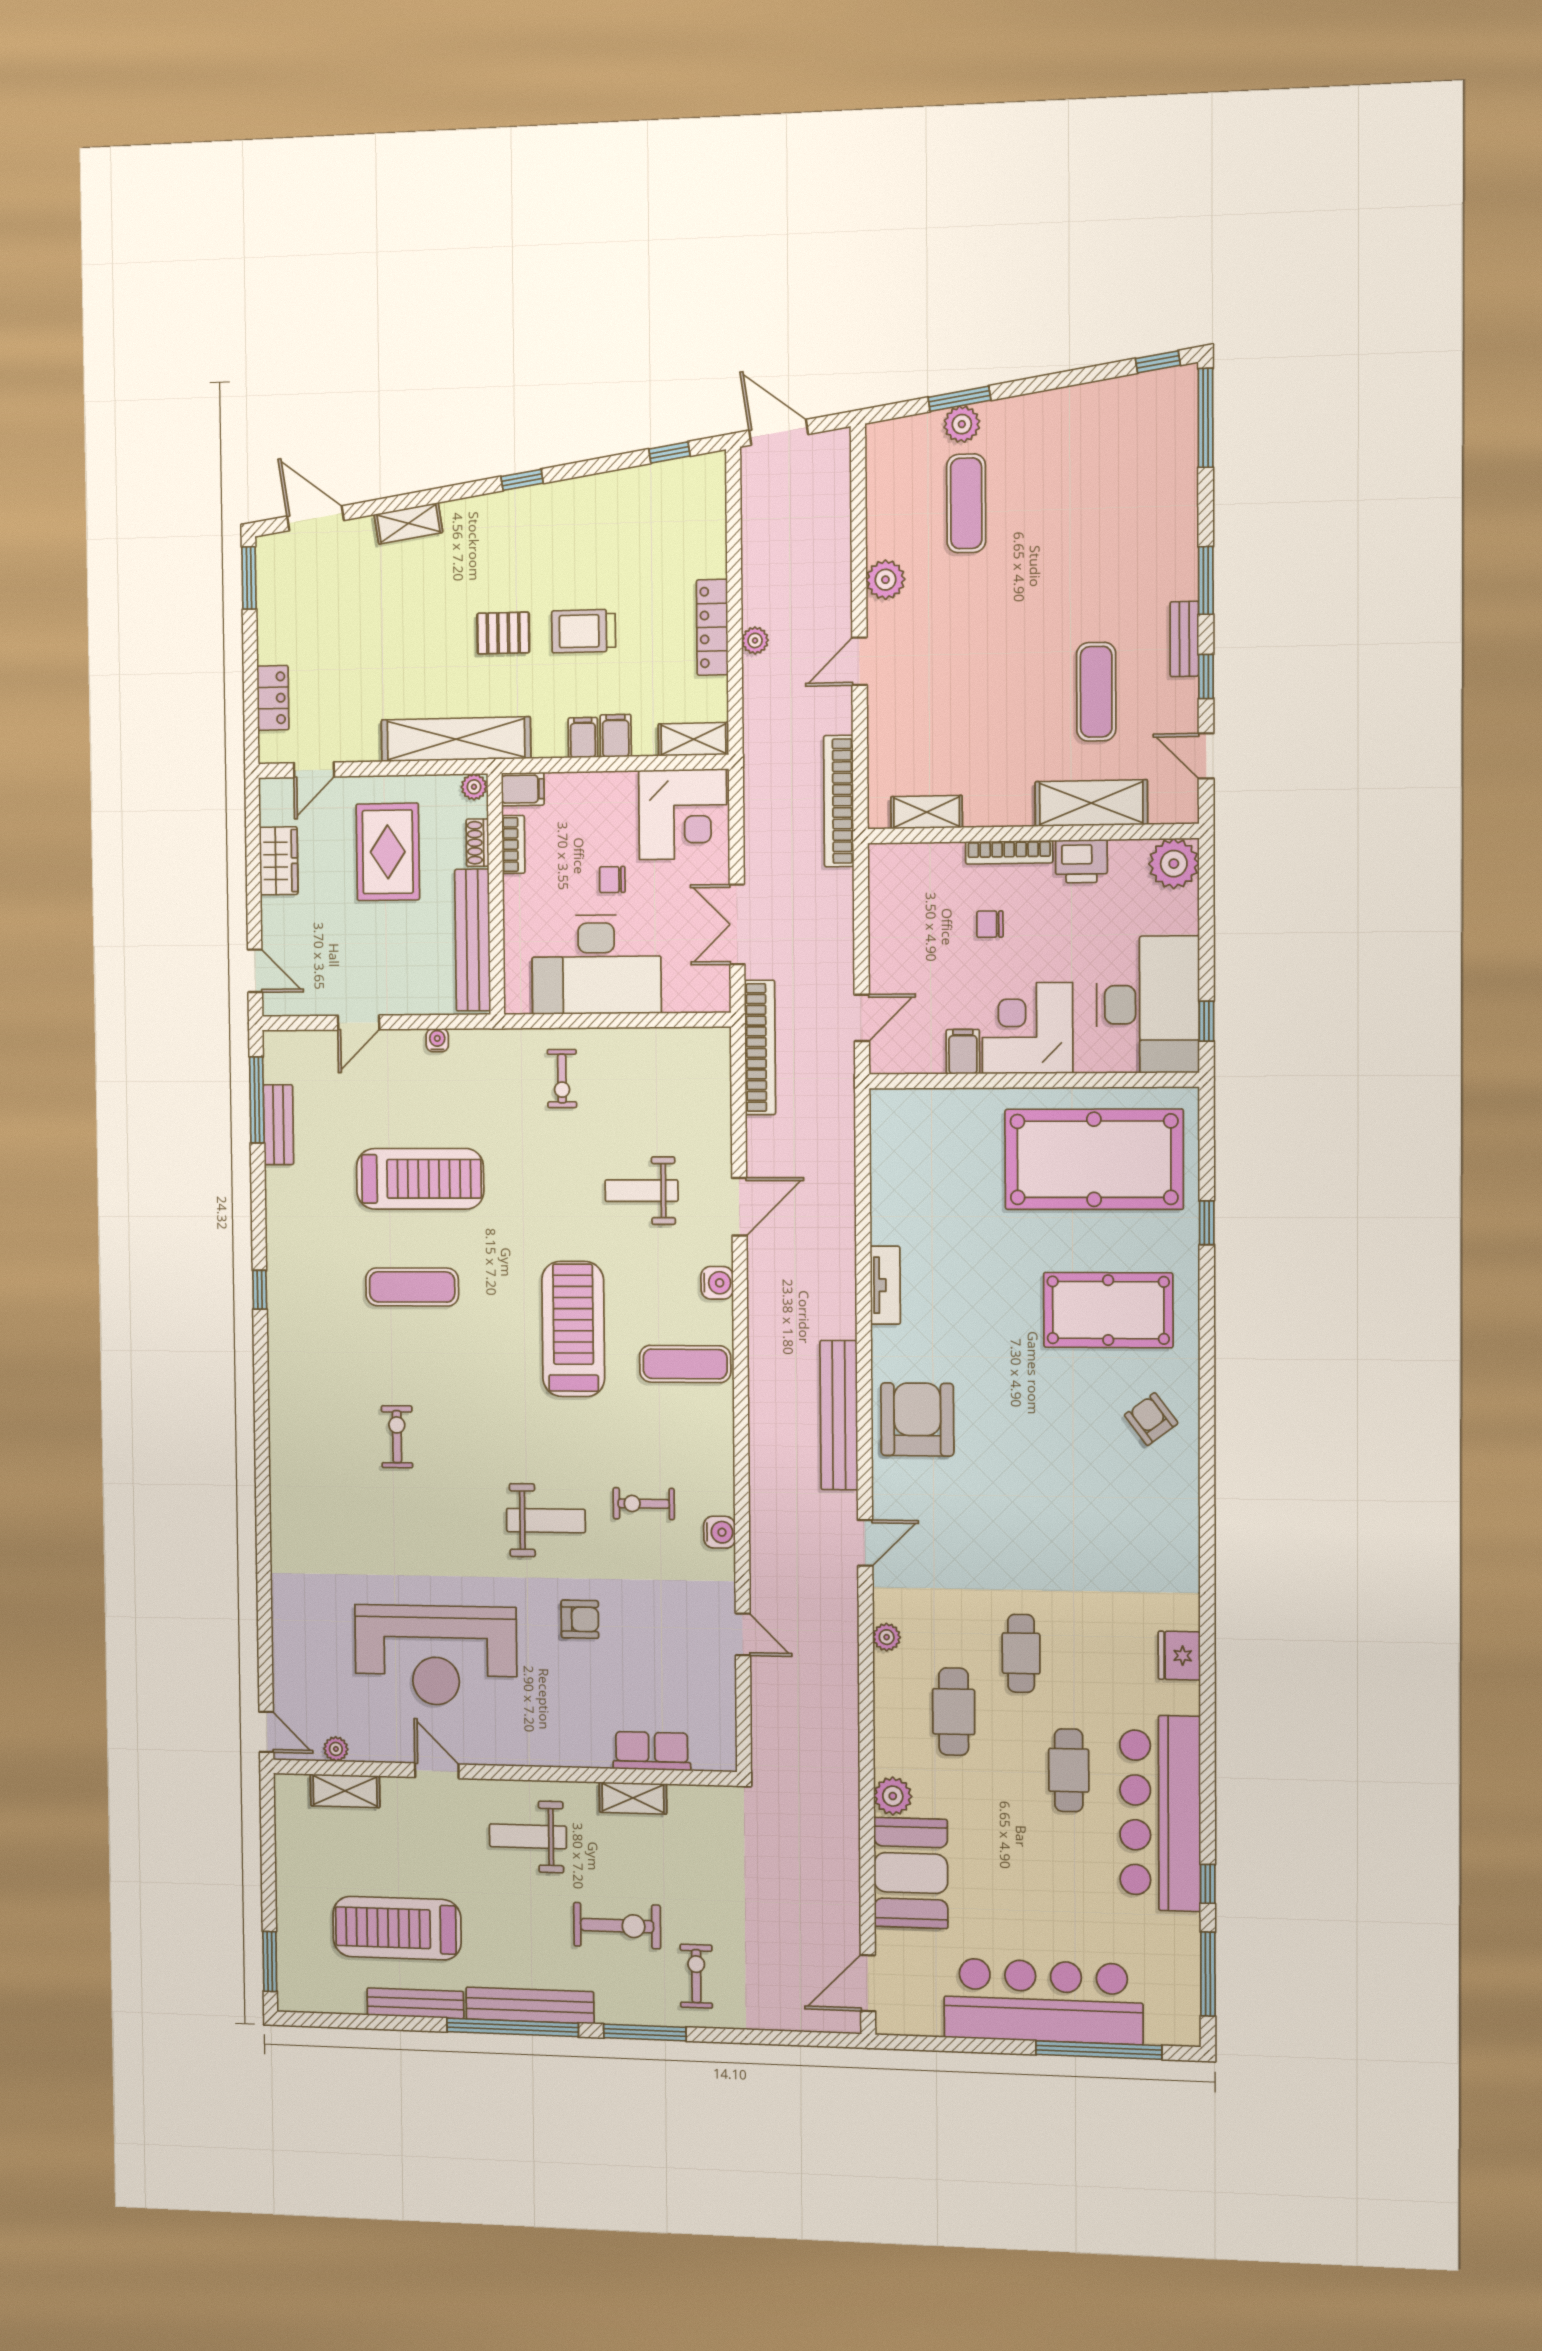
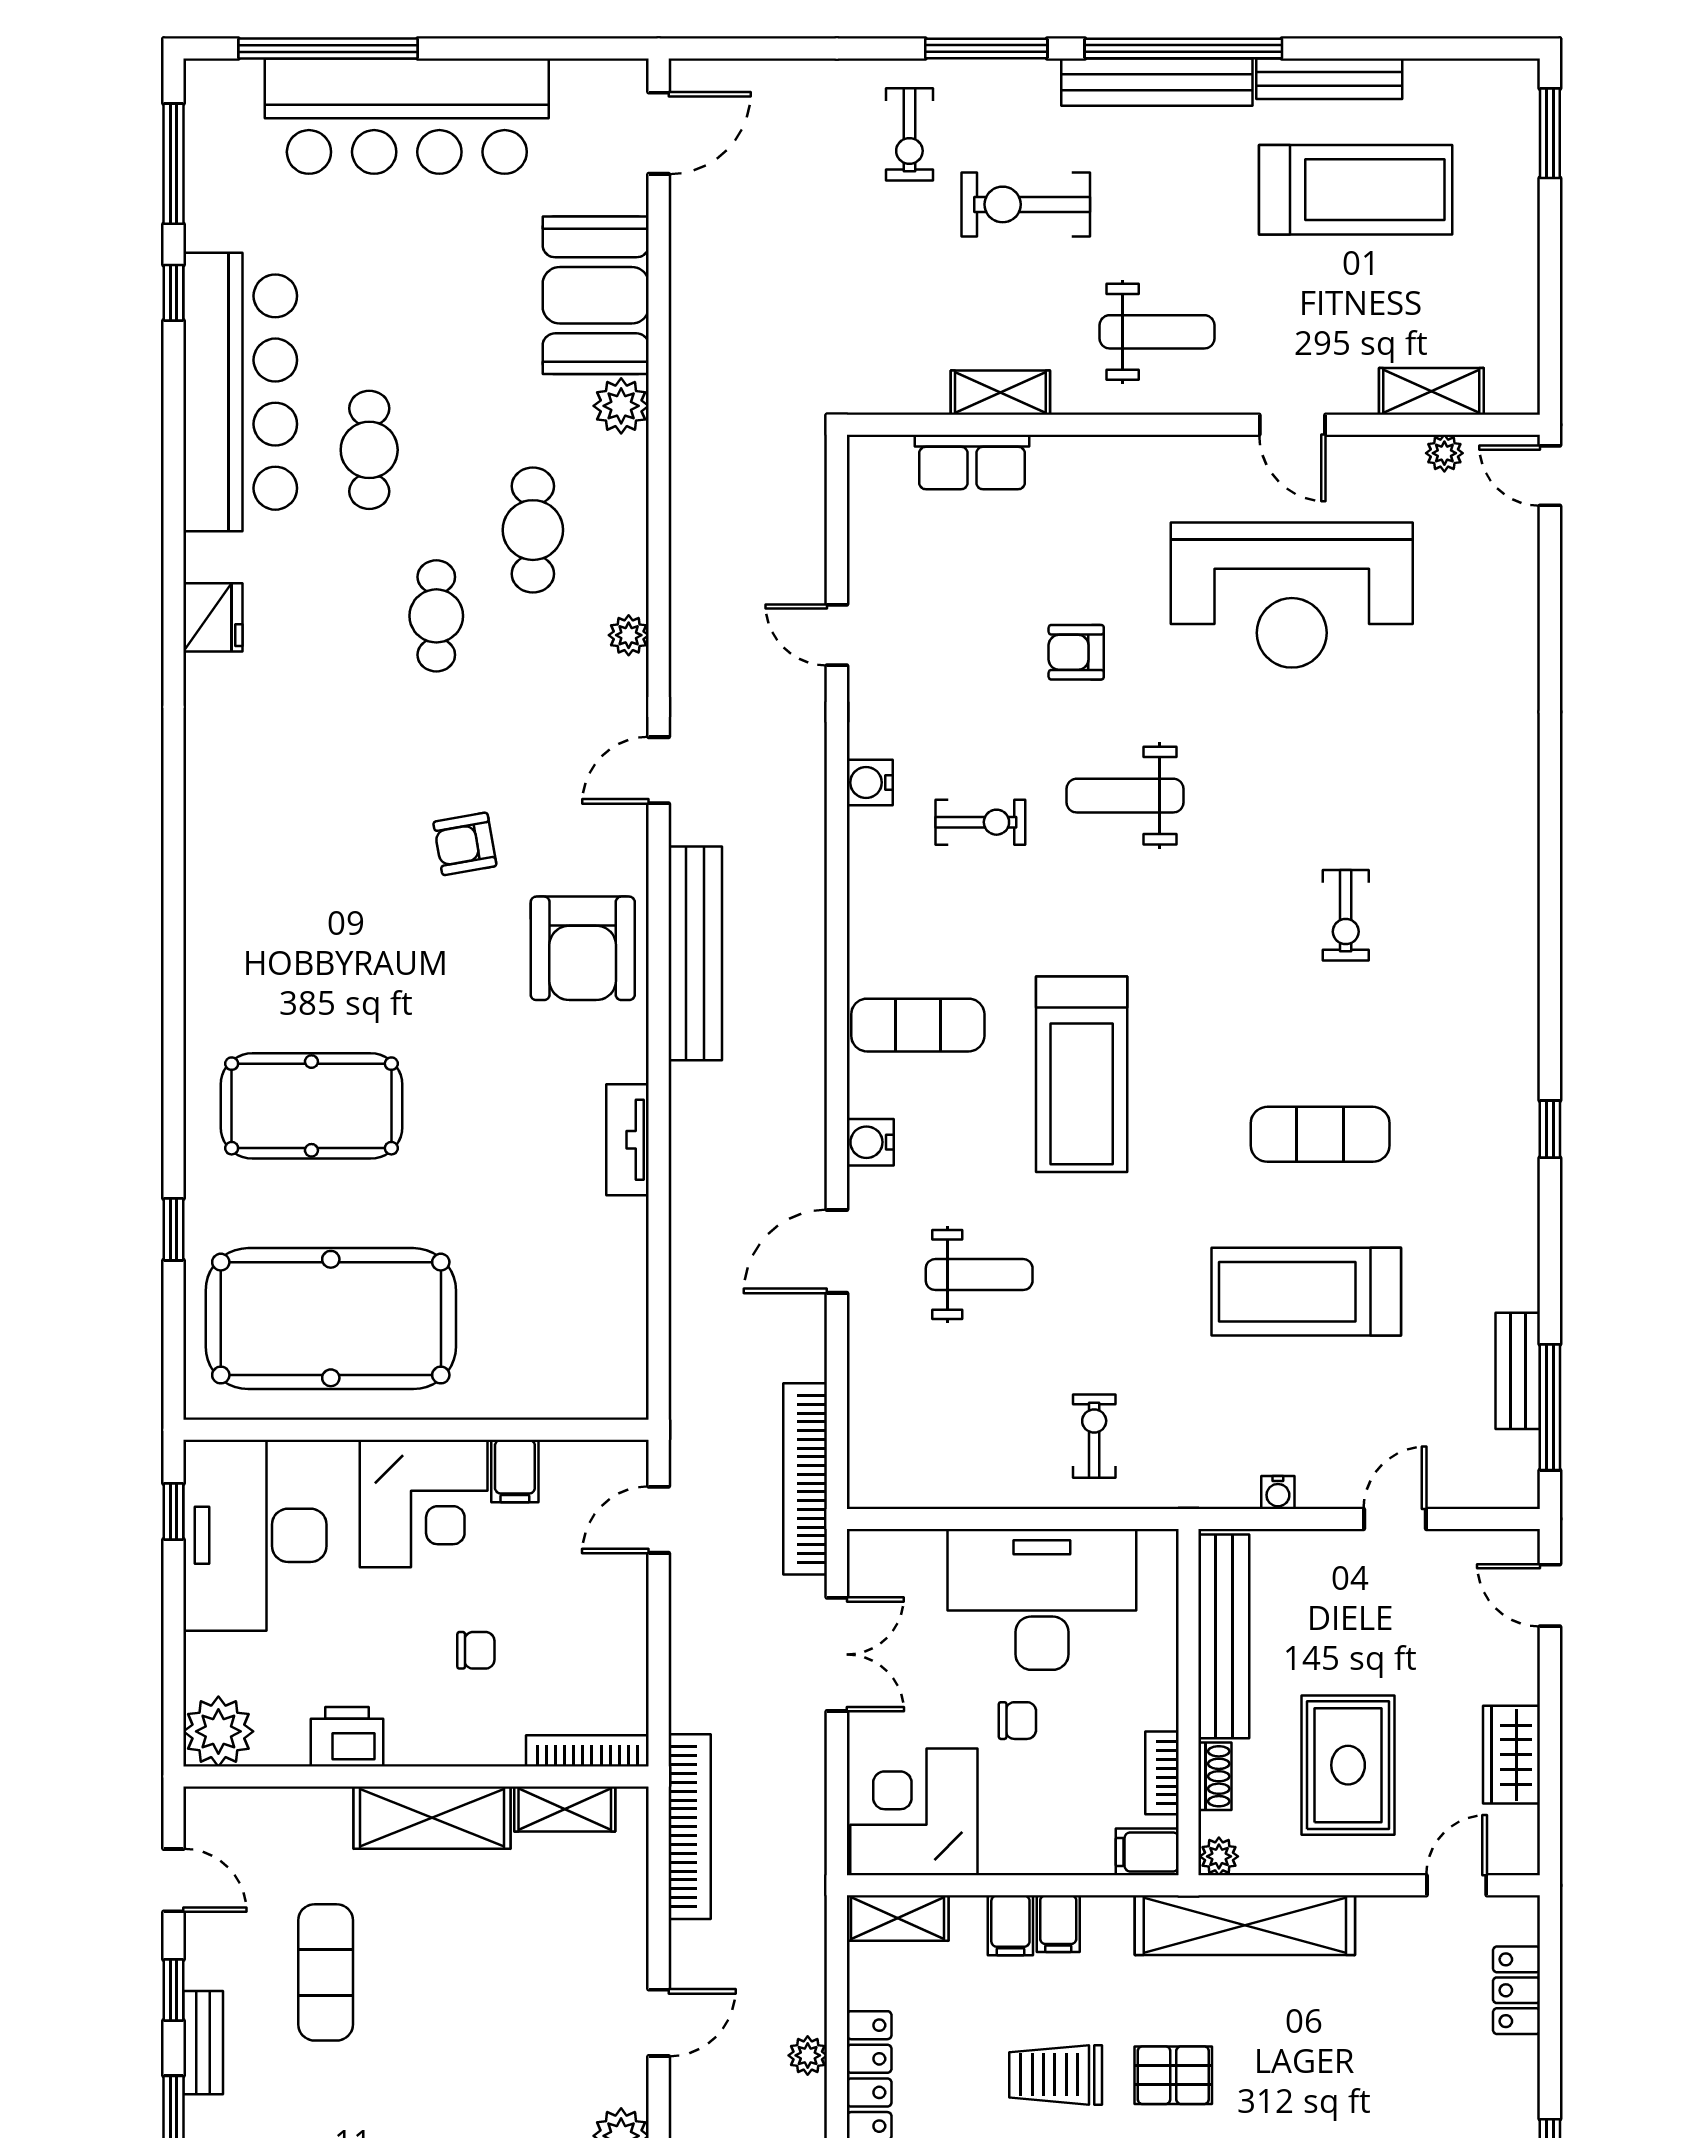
trolley: (584, 631) -> (1056, 2075), turned 180
shelving: (1091, 803) -> (432, 1818), moved
bookcase: (1009, 852) -> (587, 1751), moved
armchair: (1151, 1419) -> (465, 844), moved, turned 117
reception desk: (436, 1655) -> (1292, 595), turned 180

